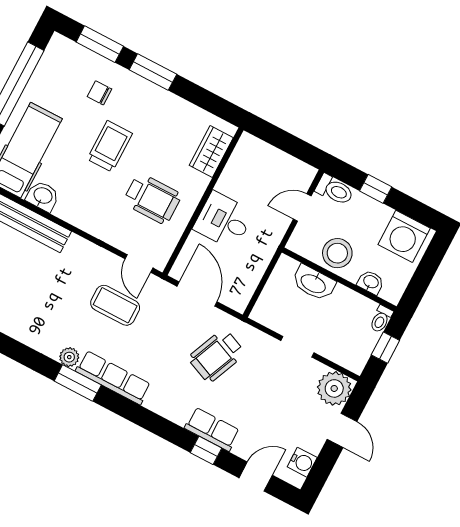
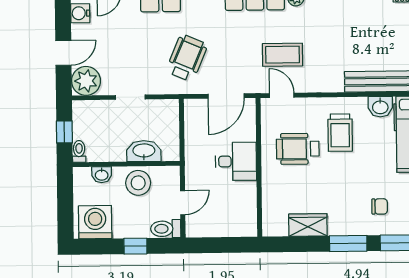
trolley: (110, 146) -> (340, 133), moved
wardrobe: (211, 152) -> (308, 225), moved, turned -90
door: (197, 294) -> (226, 96), hinge flipped
door: (342, 430) -> (63, 53), swing flipped

